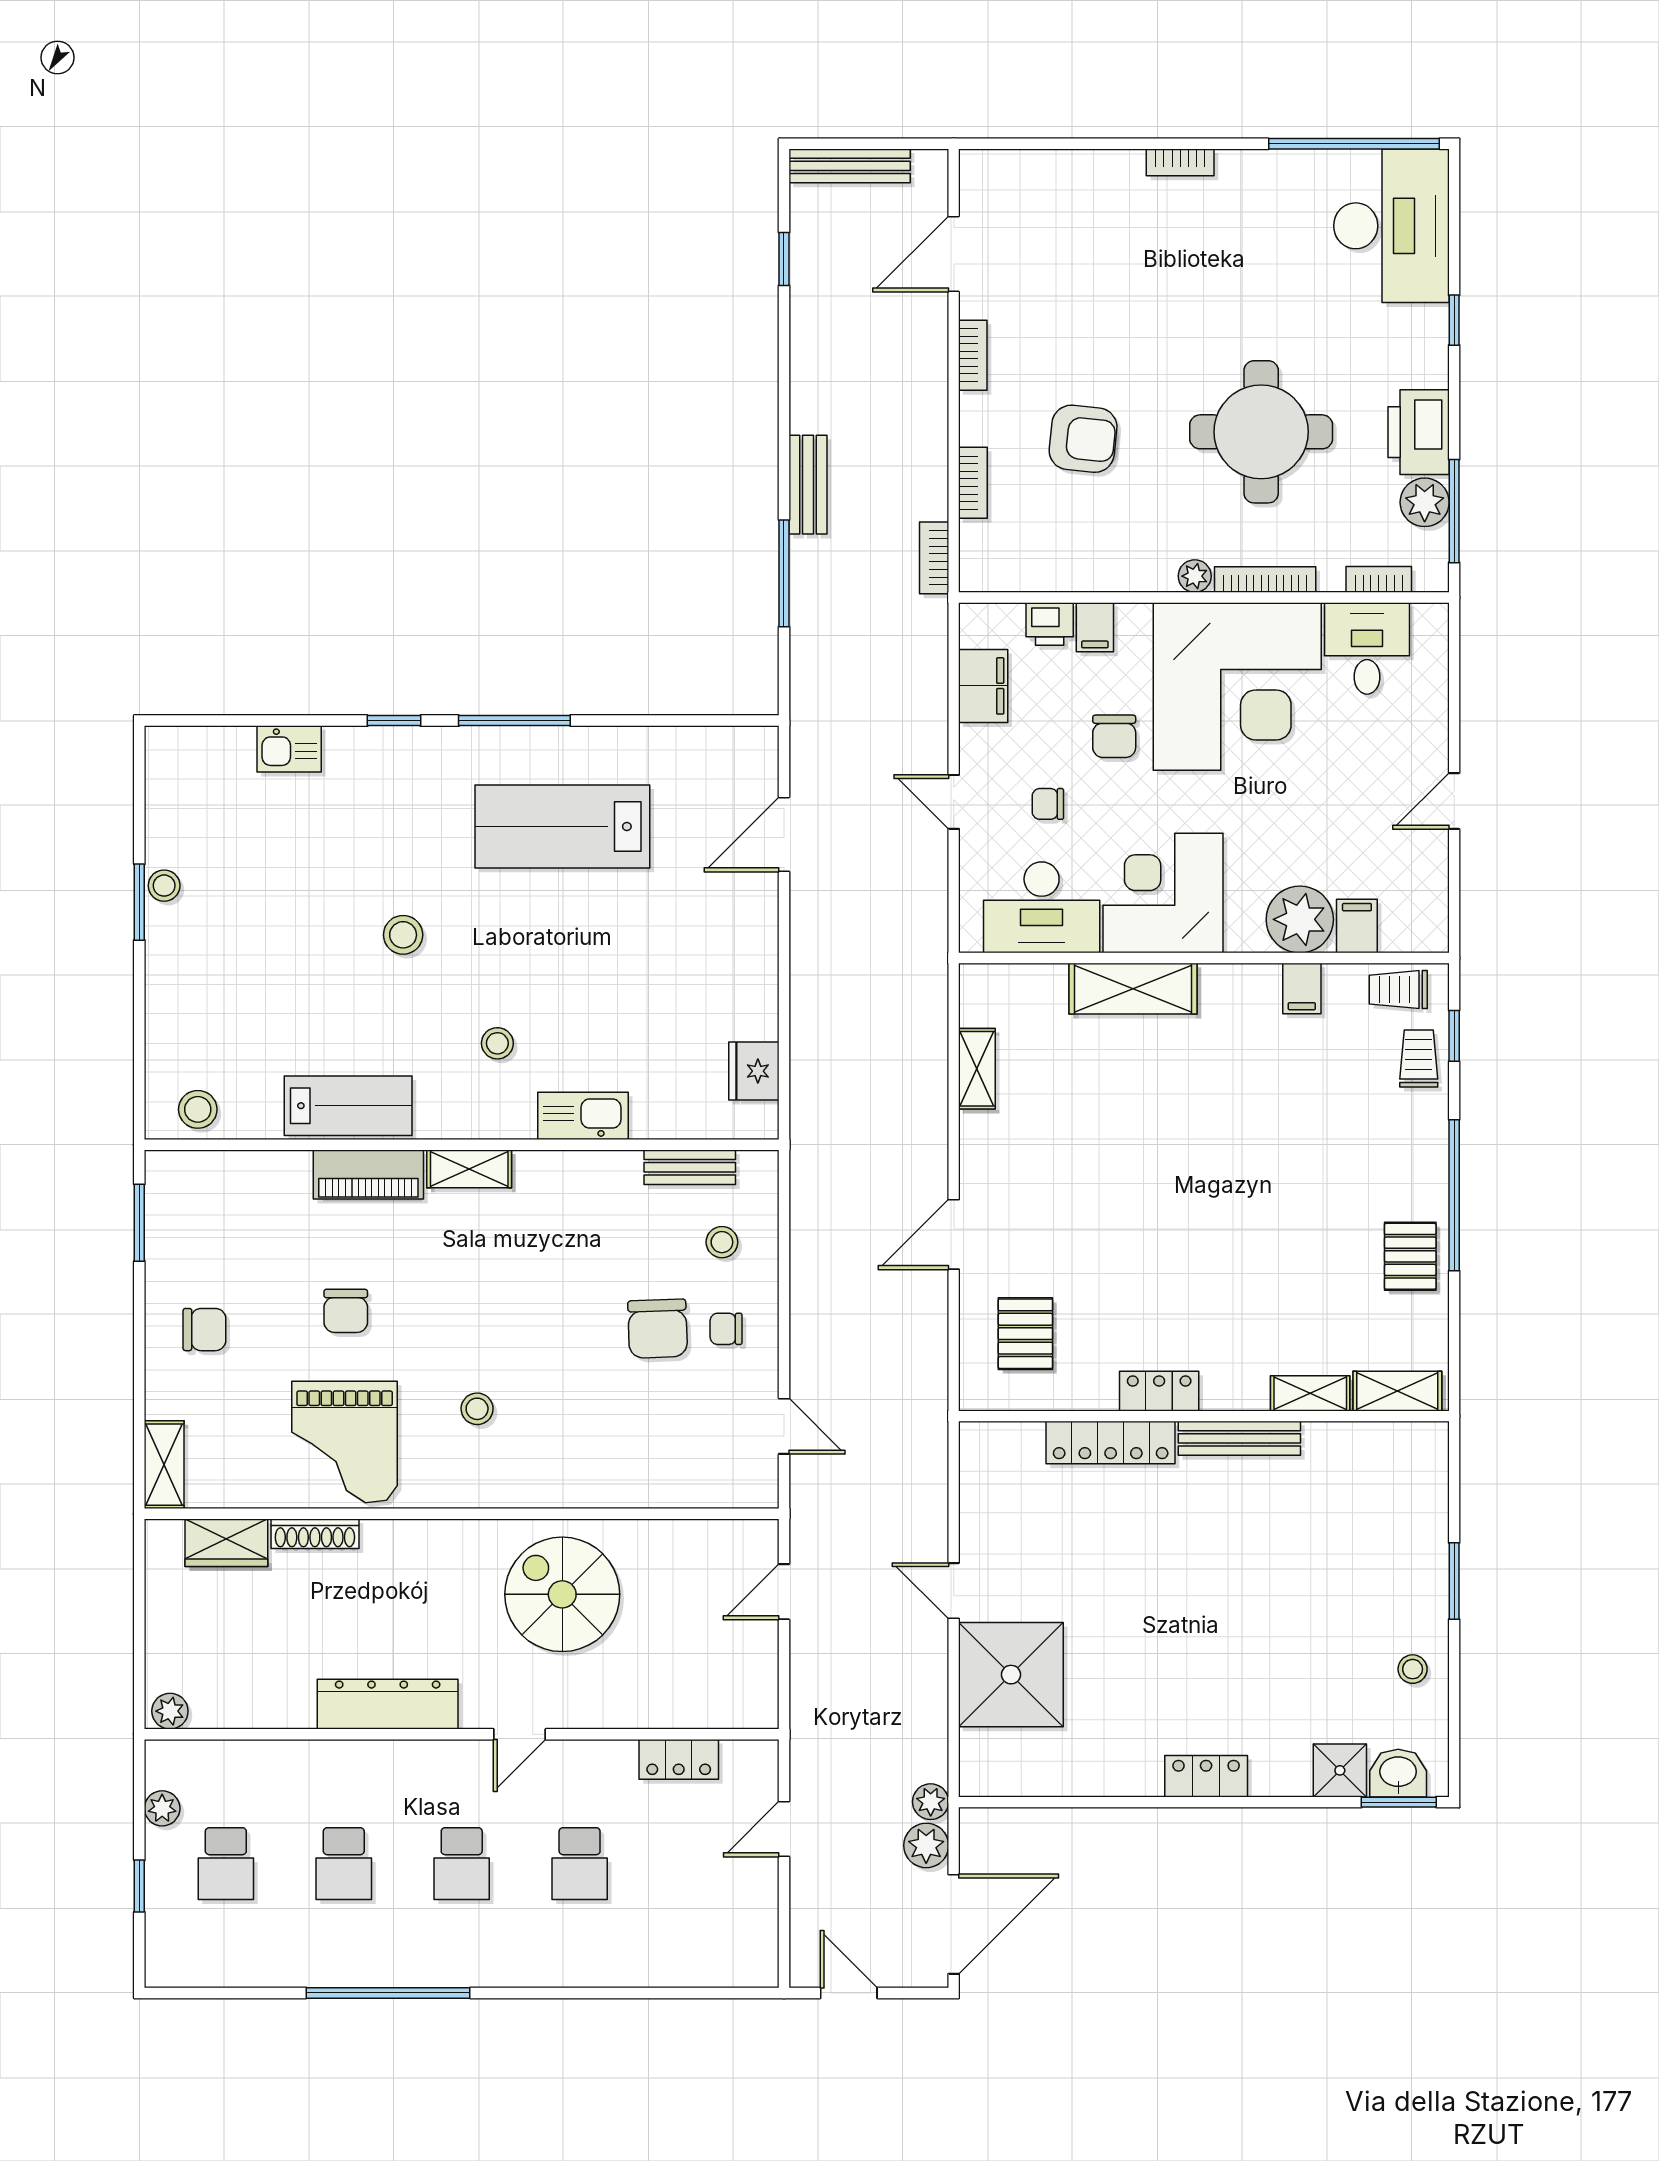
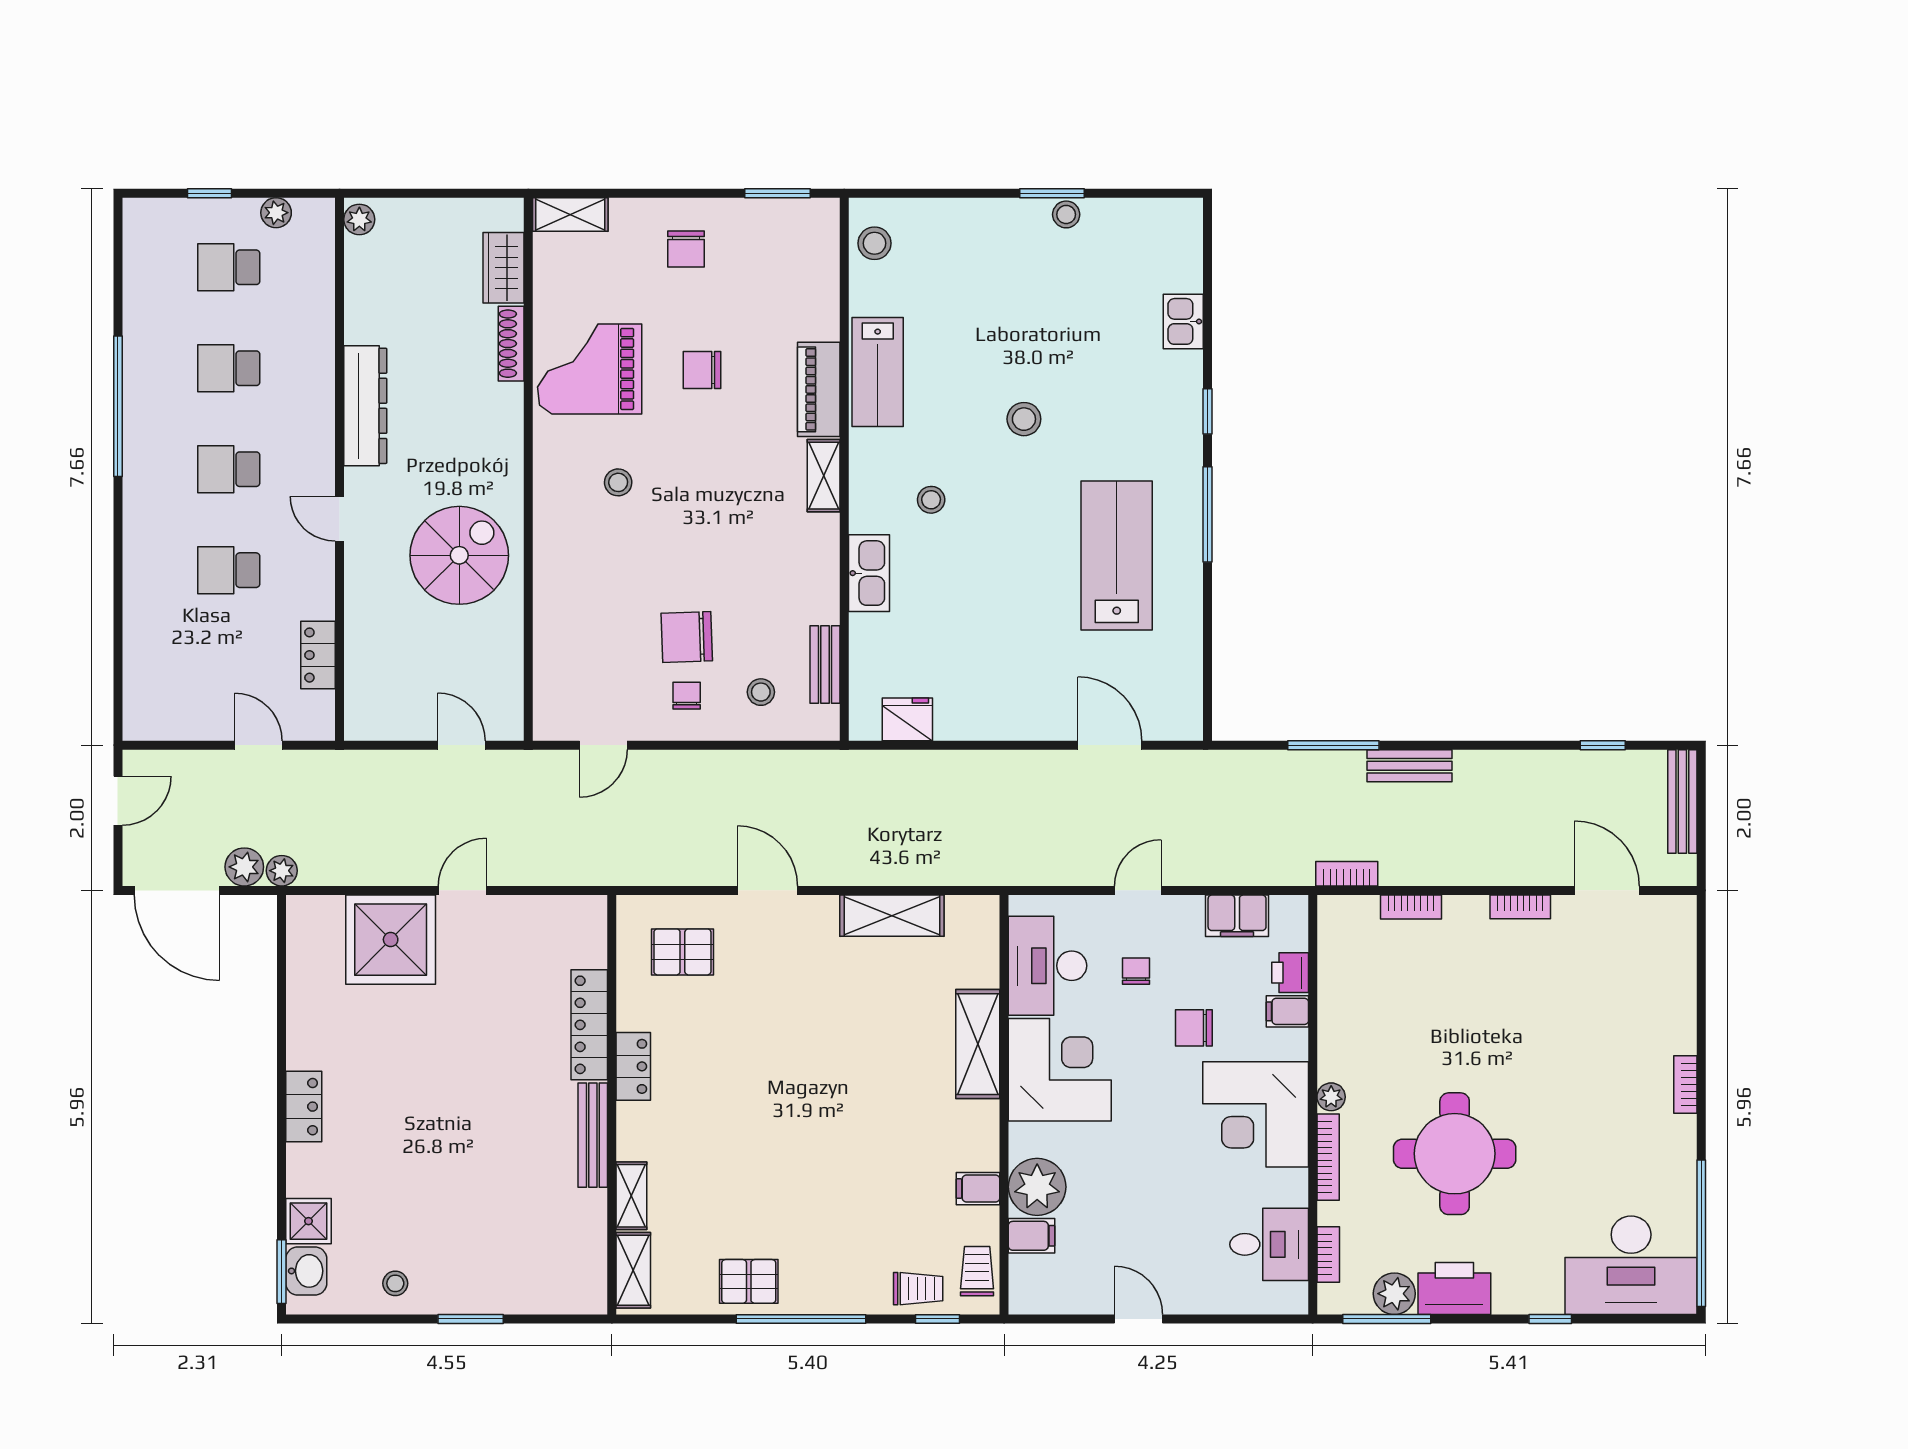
armchair: (1083, 439) -> (1449, 1001), removed
corner desk: (1237, 686) -> (1256, 1114), width x0.74, depth x0.74
shelving: (977, 1069) -> (892, 916), width x1.50, depth x1.33

